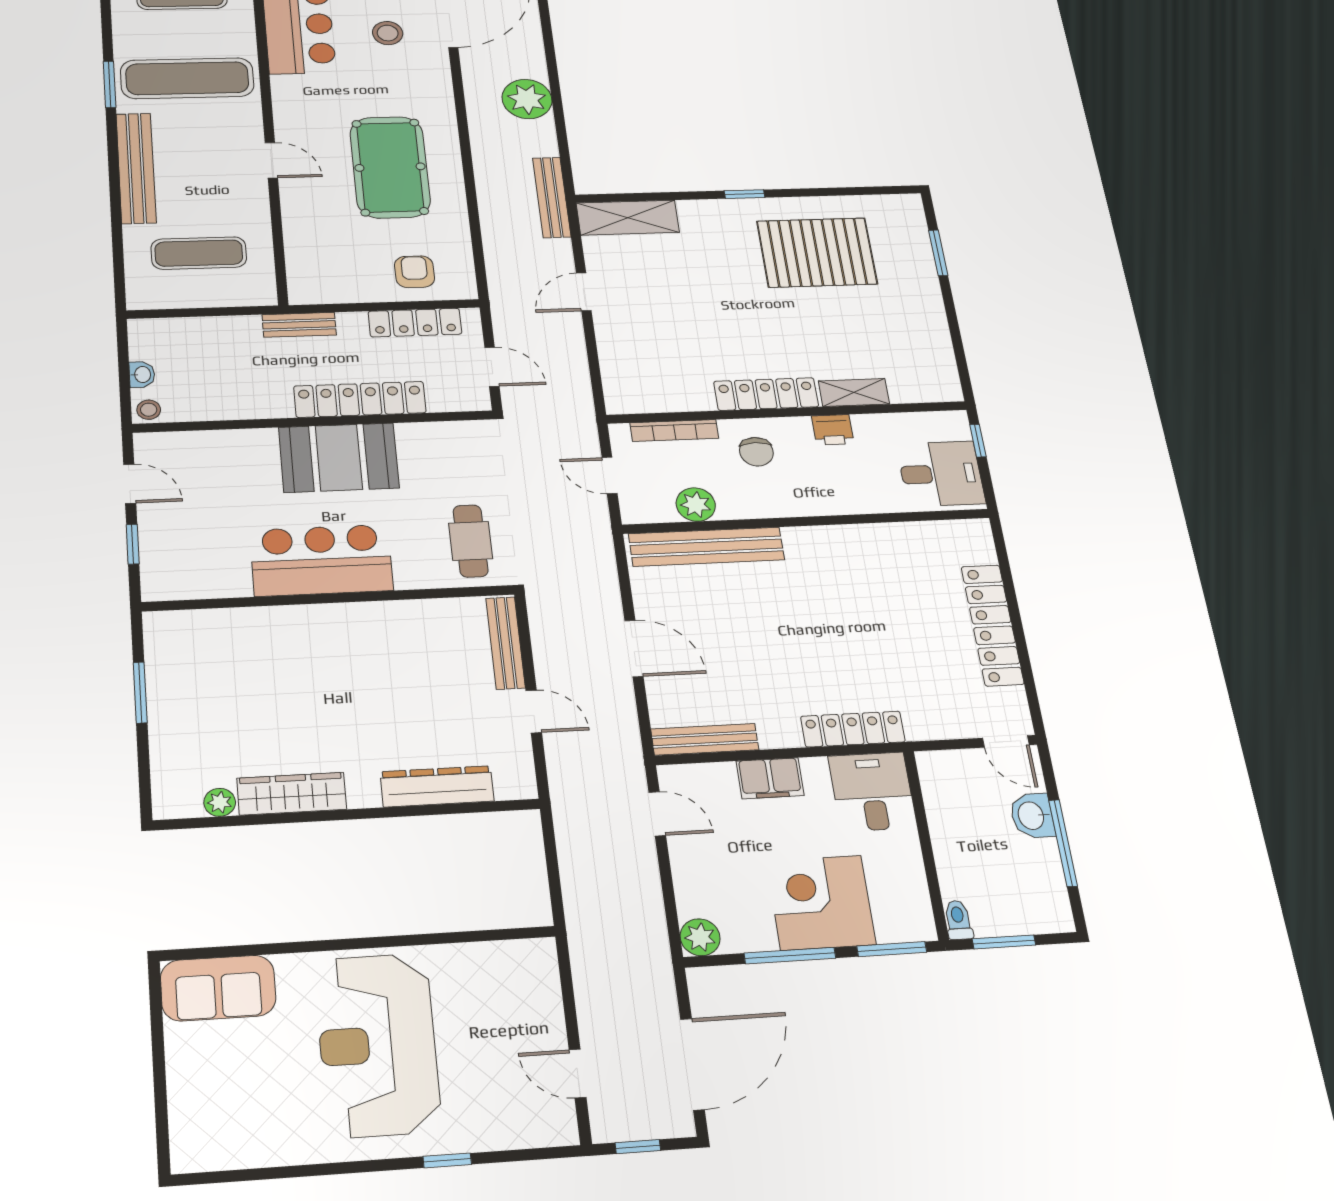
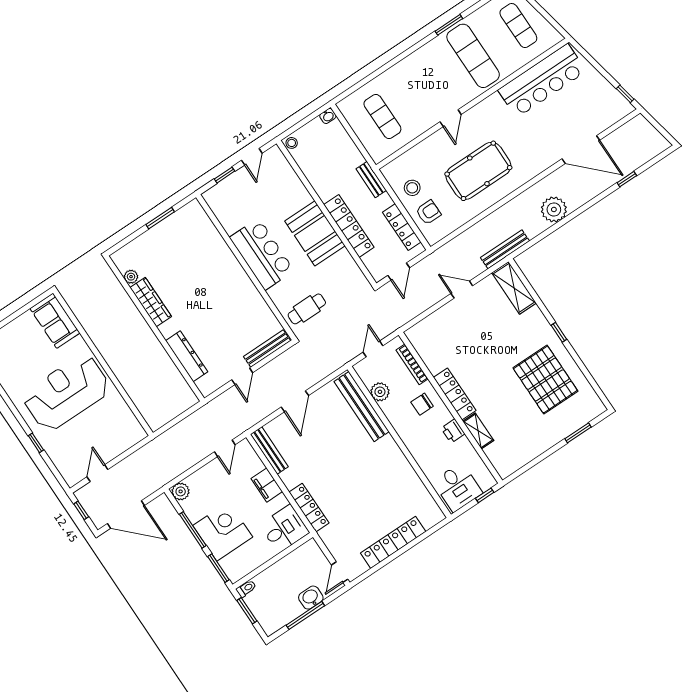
stool: (388, 33) -> (412, 188), moved
bench: (136, 168) -> (411, 64), removed
washbasin: (142, 375) -> (328, 116), moved

